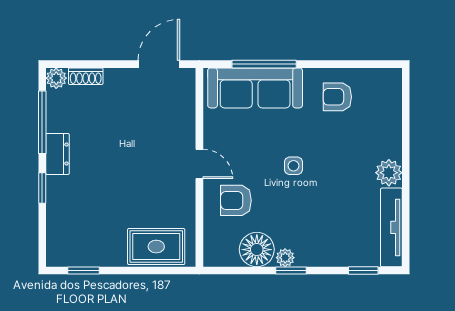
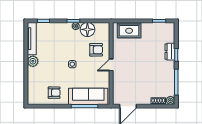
dresser: (57, 154) -> (170, 52), moved
door: (199, 164) -> (111, 65), hinge flipped

